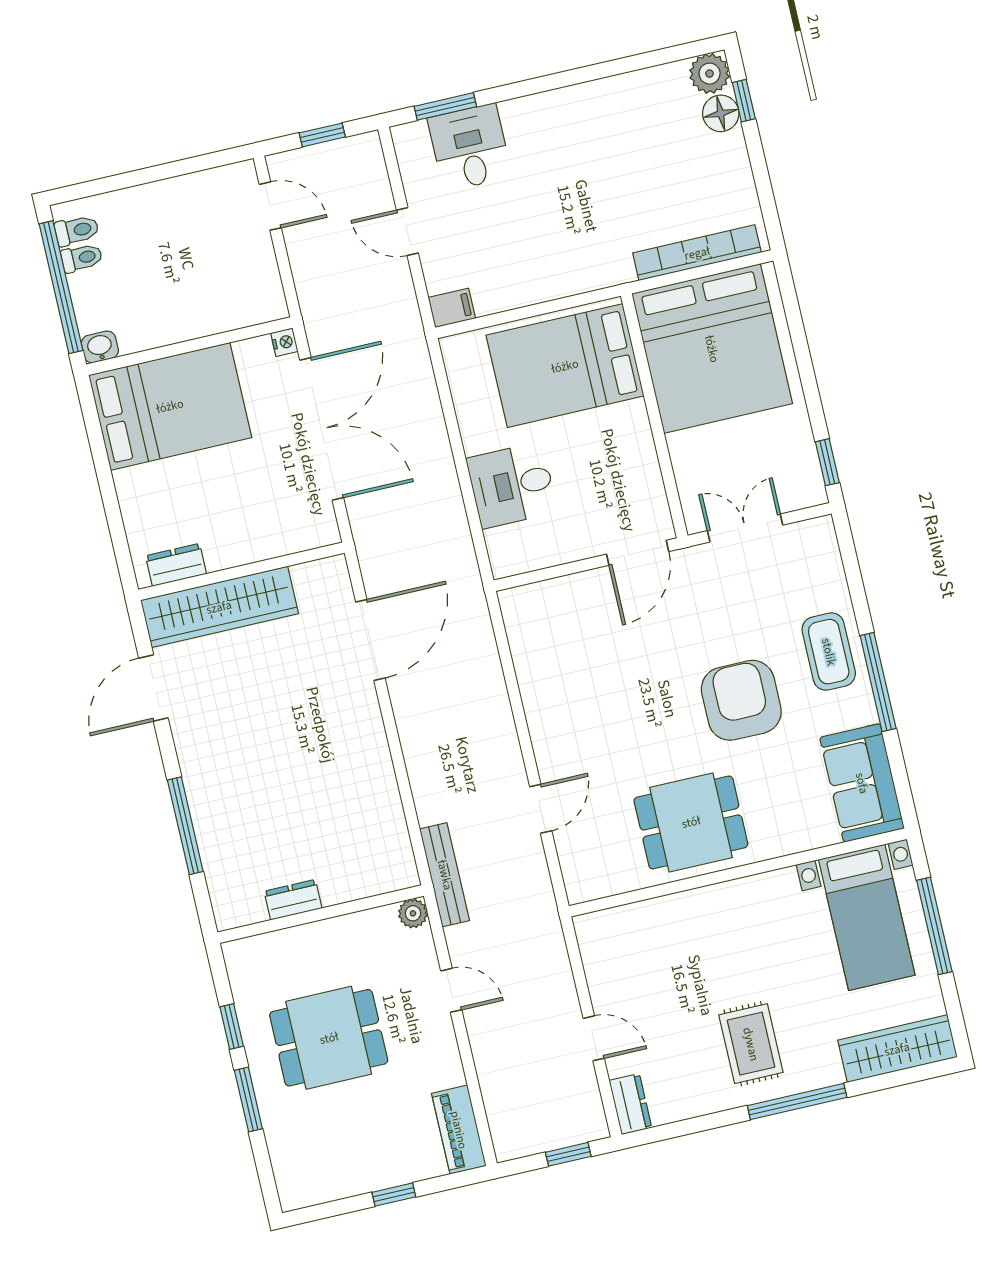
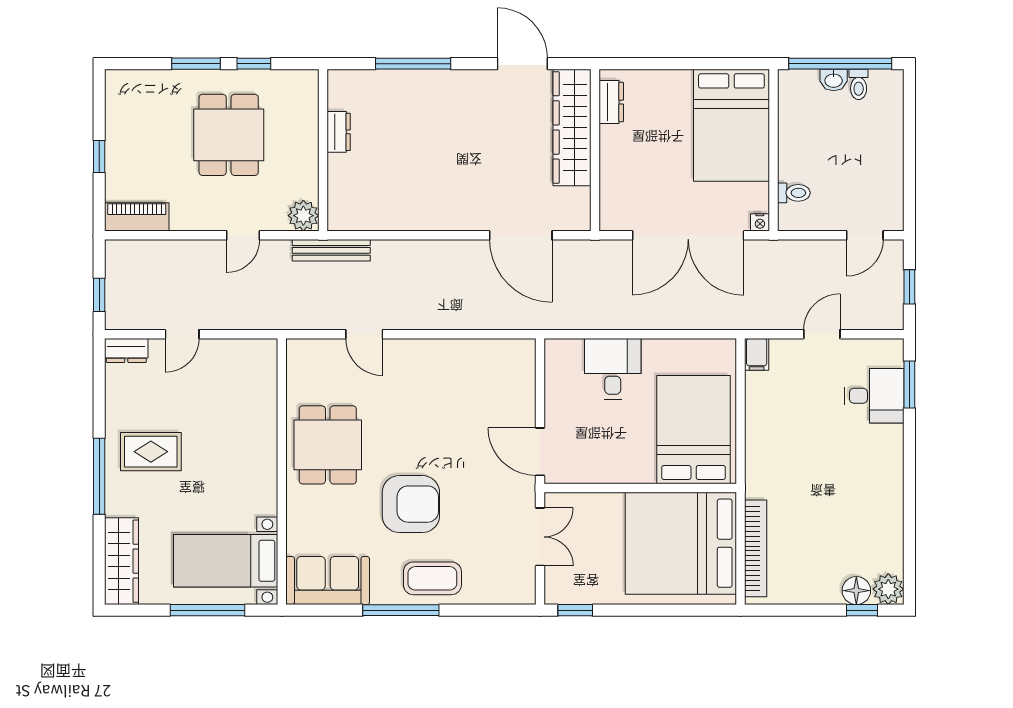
toilet: (77, 230) -> (794, 193), moved, turned -90
washbasin: (100, 347) -> (834, 80), moved, turned 90
plant: (413, 913) -> (303, 216), width x1.38, depth x1.38

